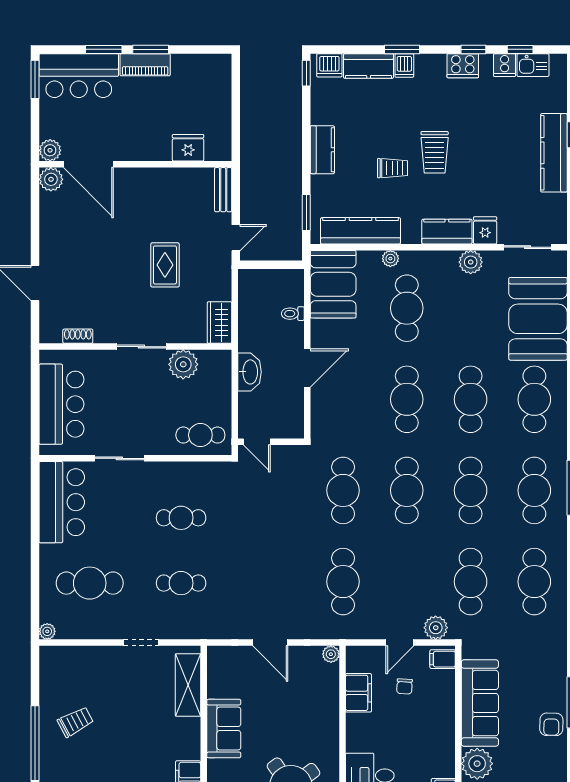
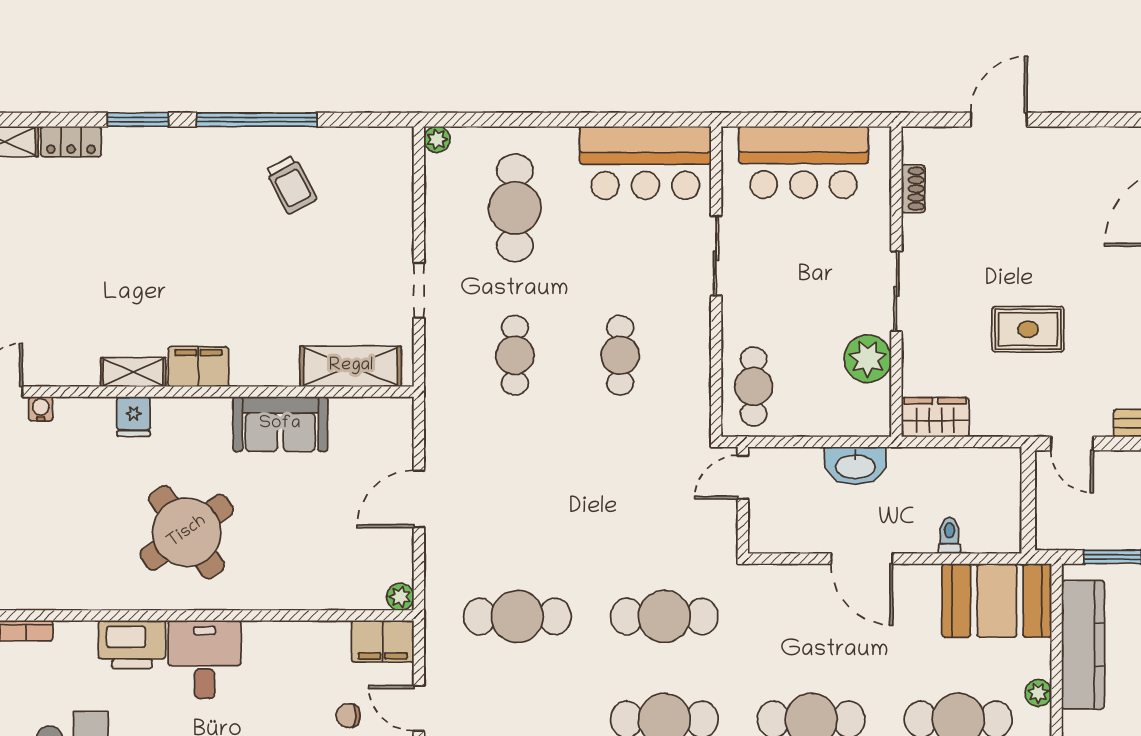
filing cabinet: (358, 693) -> (383, 641), moved

